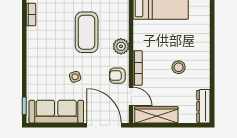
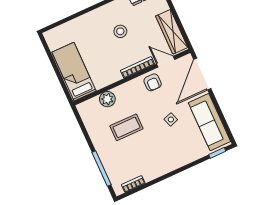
coffee table: (87, 32) -> (126, 127), width x0.73, depth x0.76
plant: (121, 46) -> (107, 99), moved
door: (131, 97) -> (166, 62), hinge flipped

